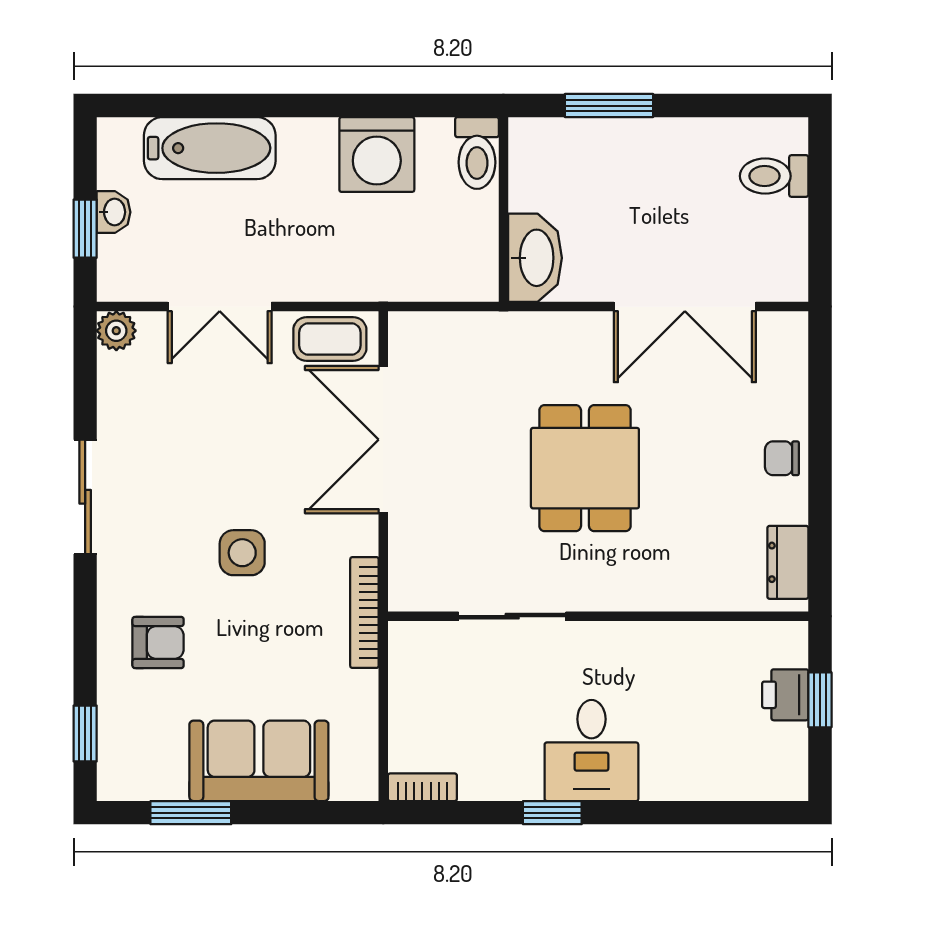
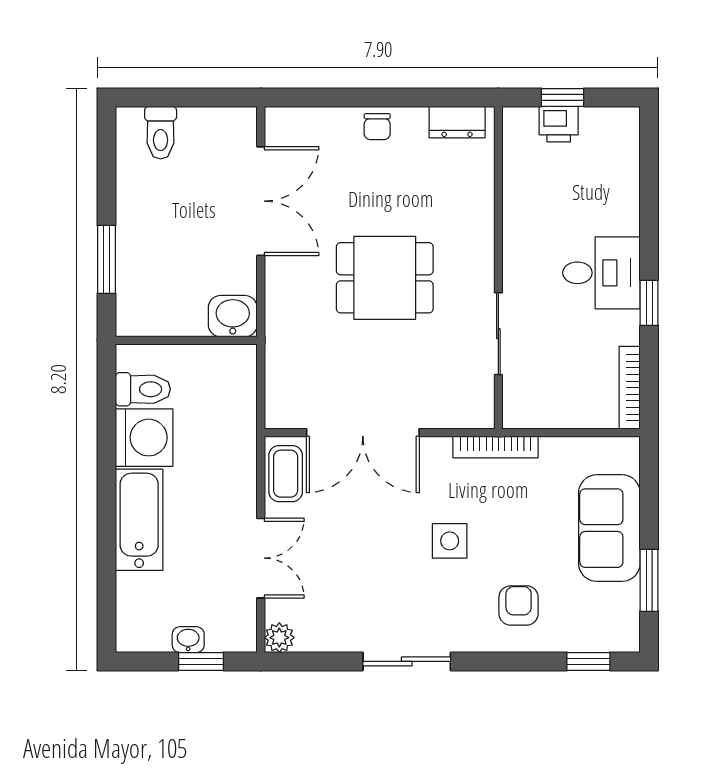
bathtub: (210, 148) -> (139, 520), moved
toilet: (477, 153) -> (143, 389), moved
washbasin: (535, 258) -> (233, 316), width x0.72
bookcase: (422, 787) -> (630, 388), width x1.56

